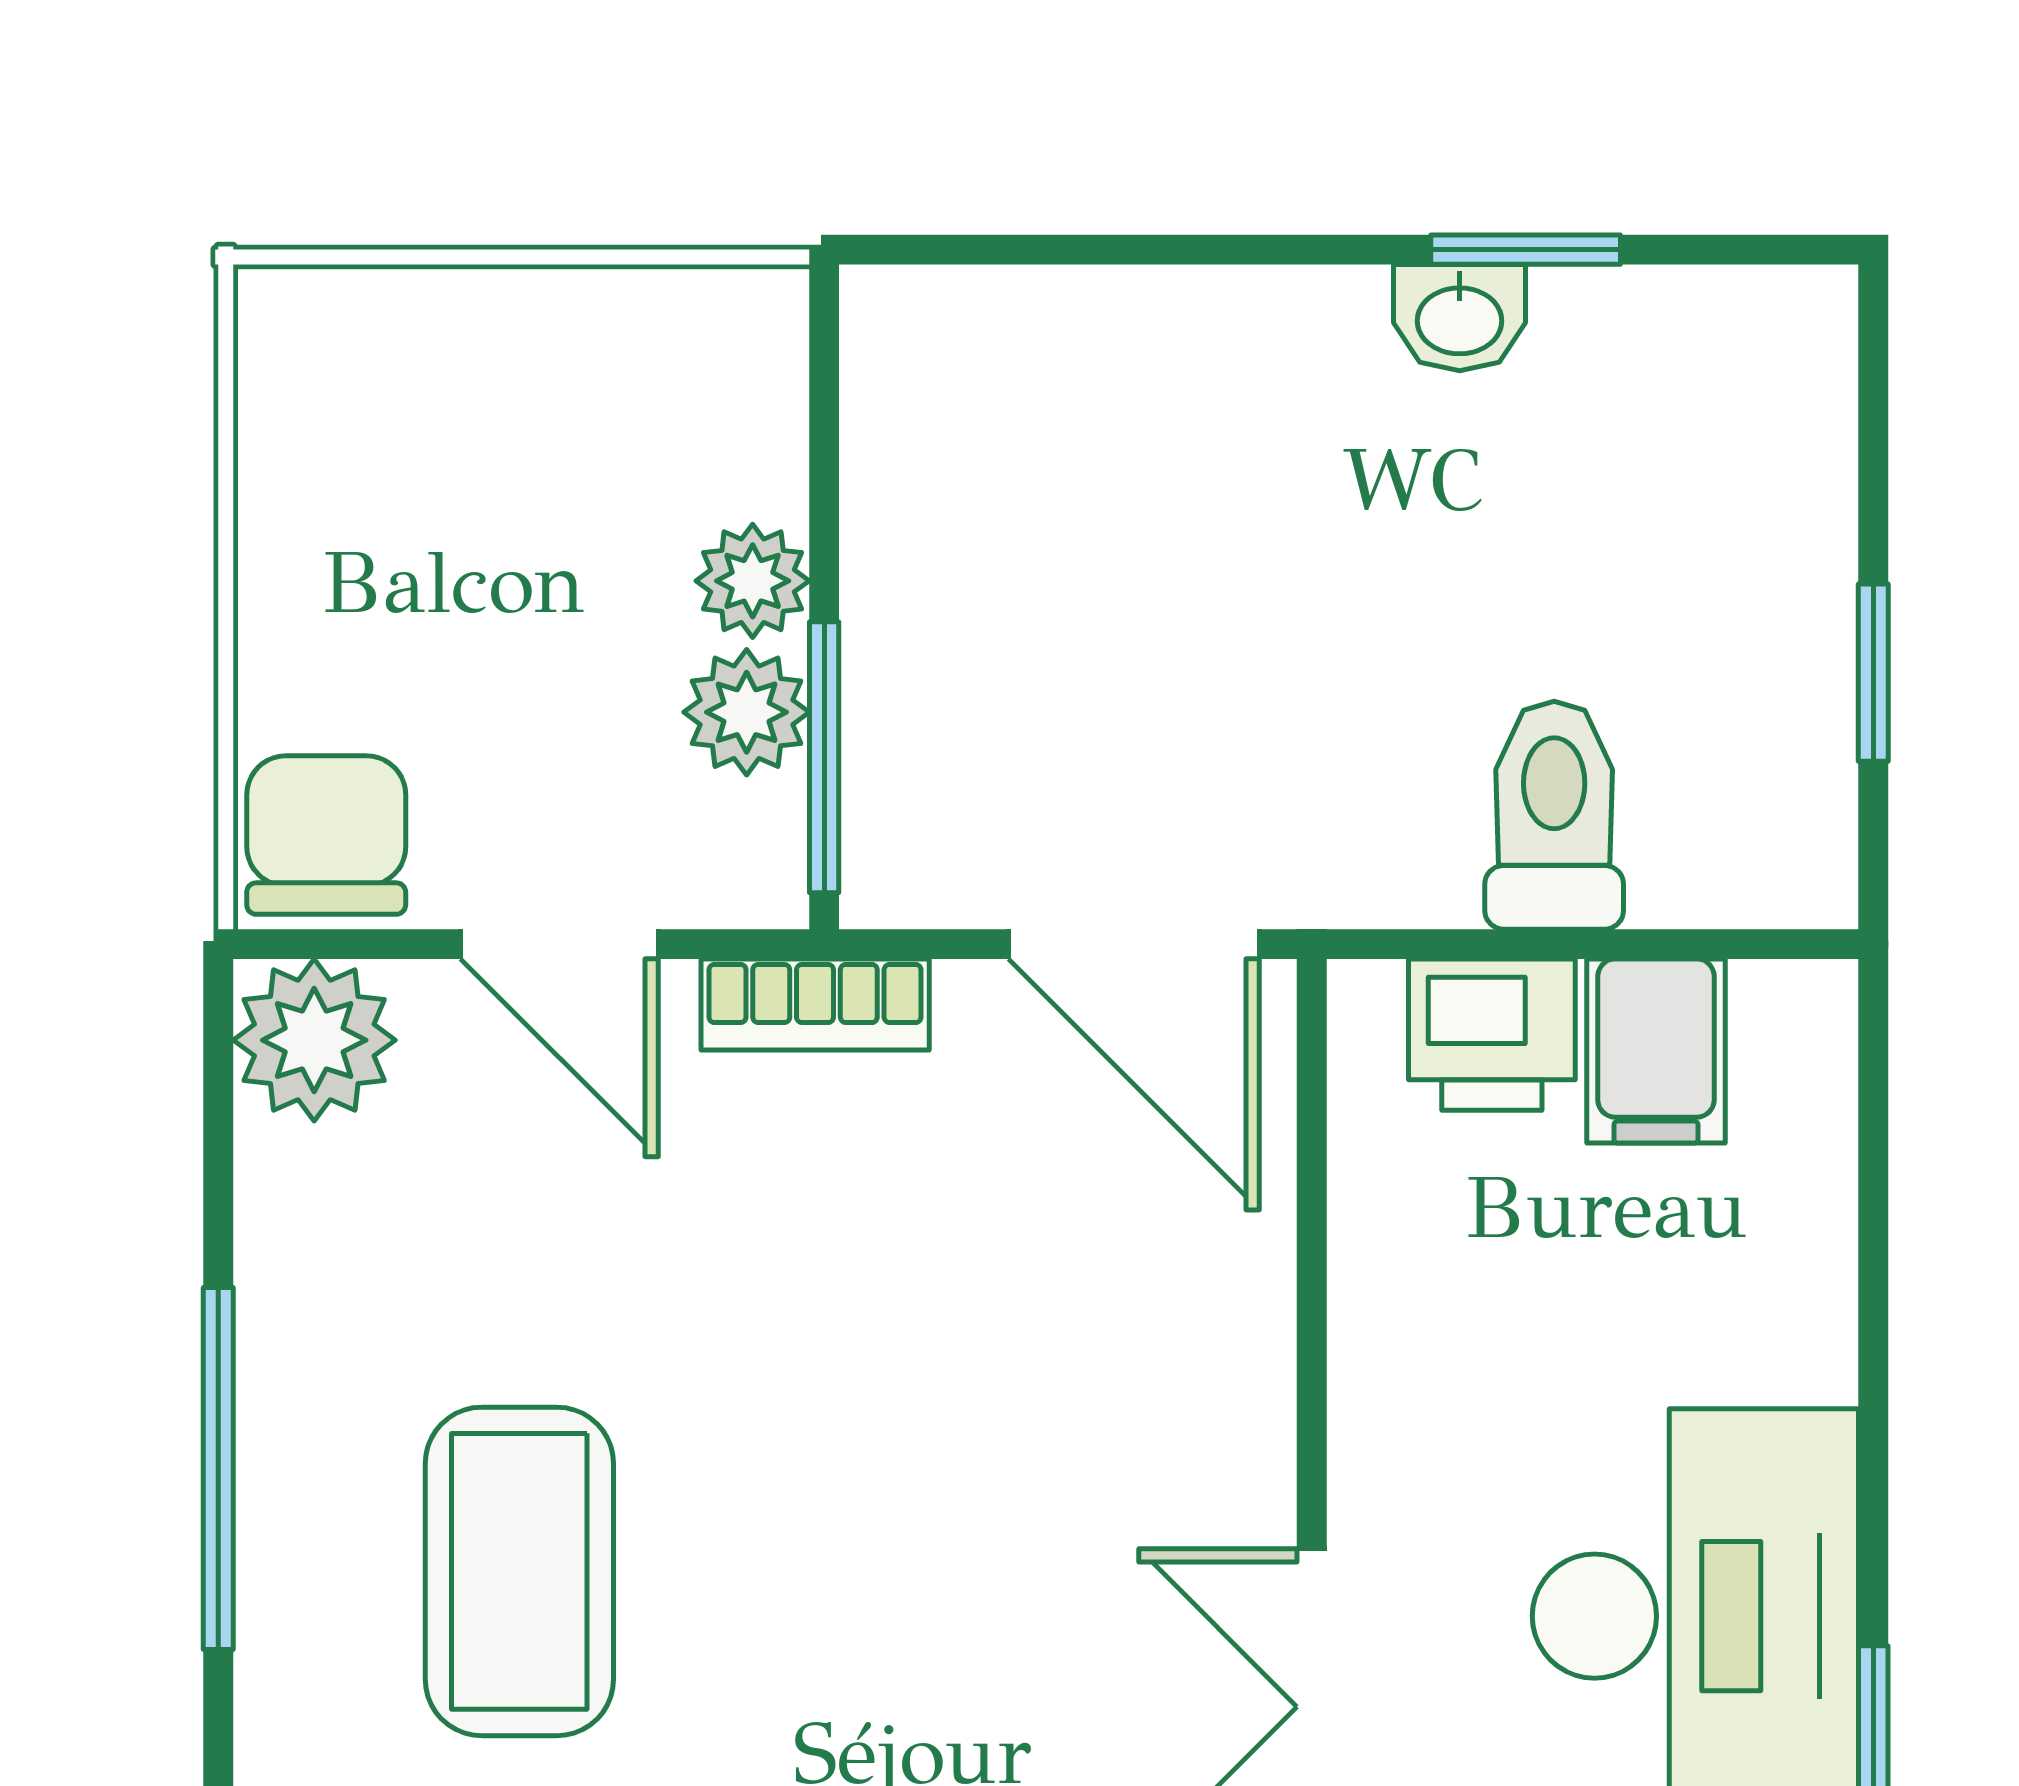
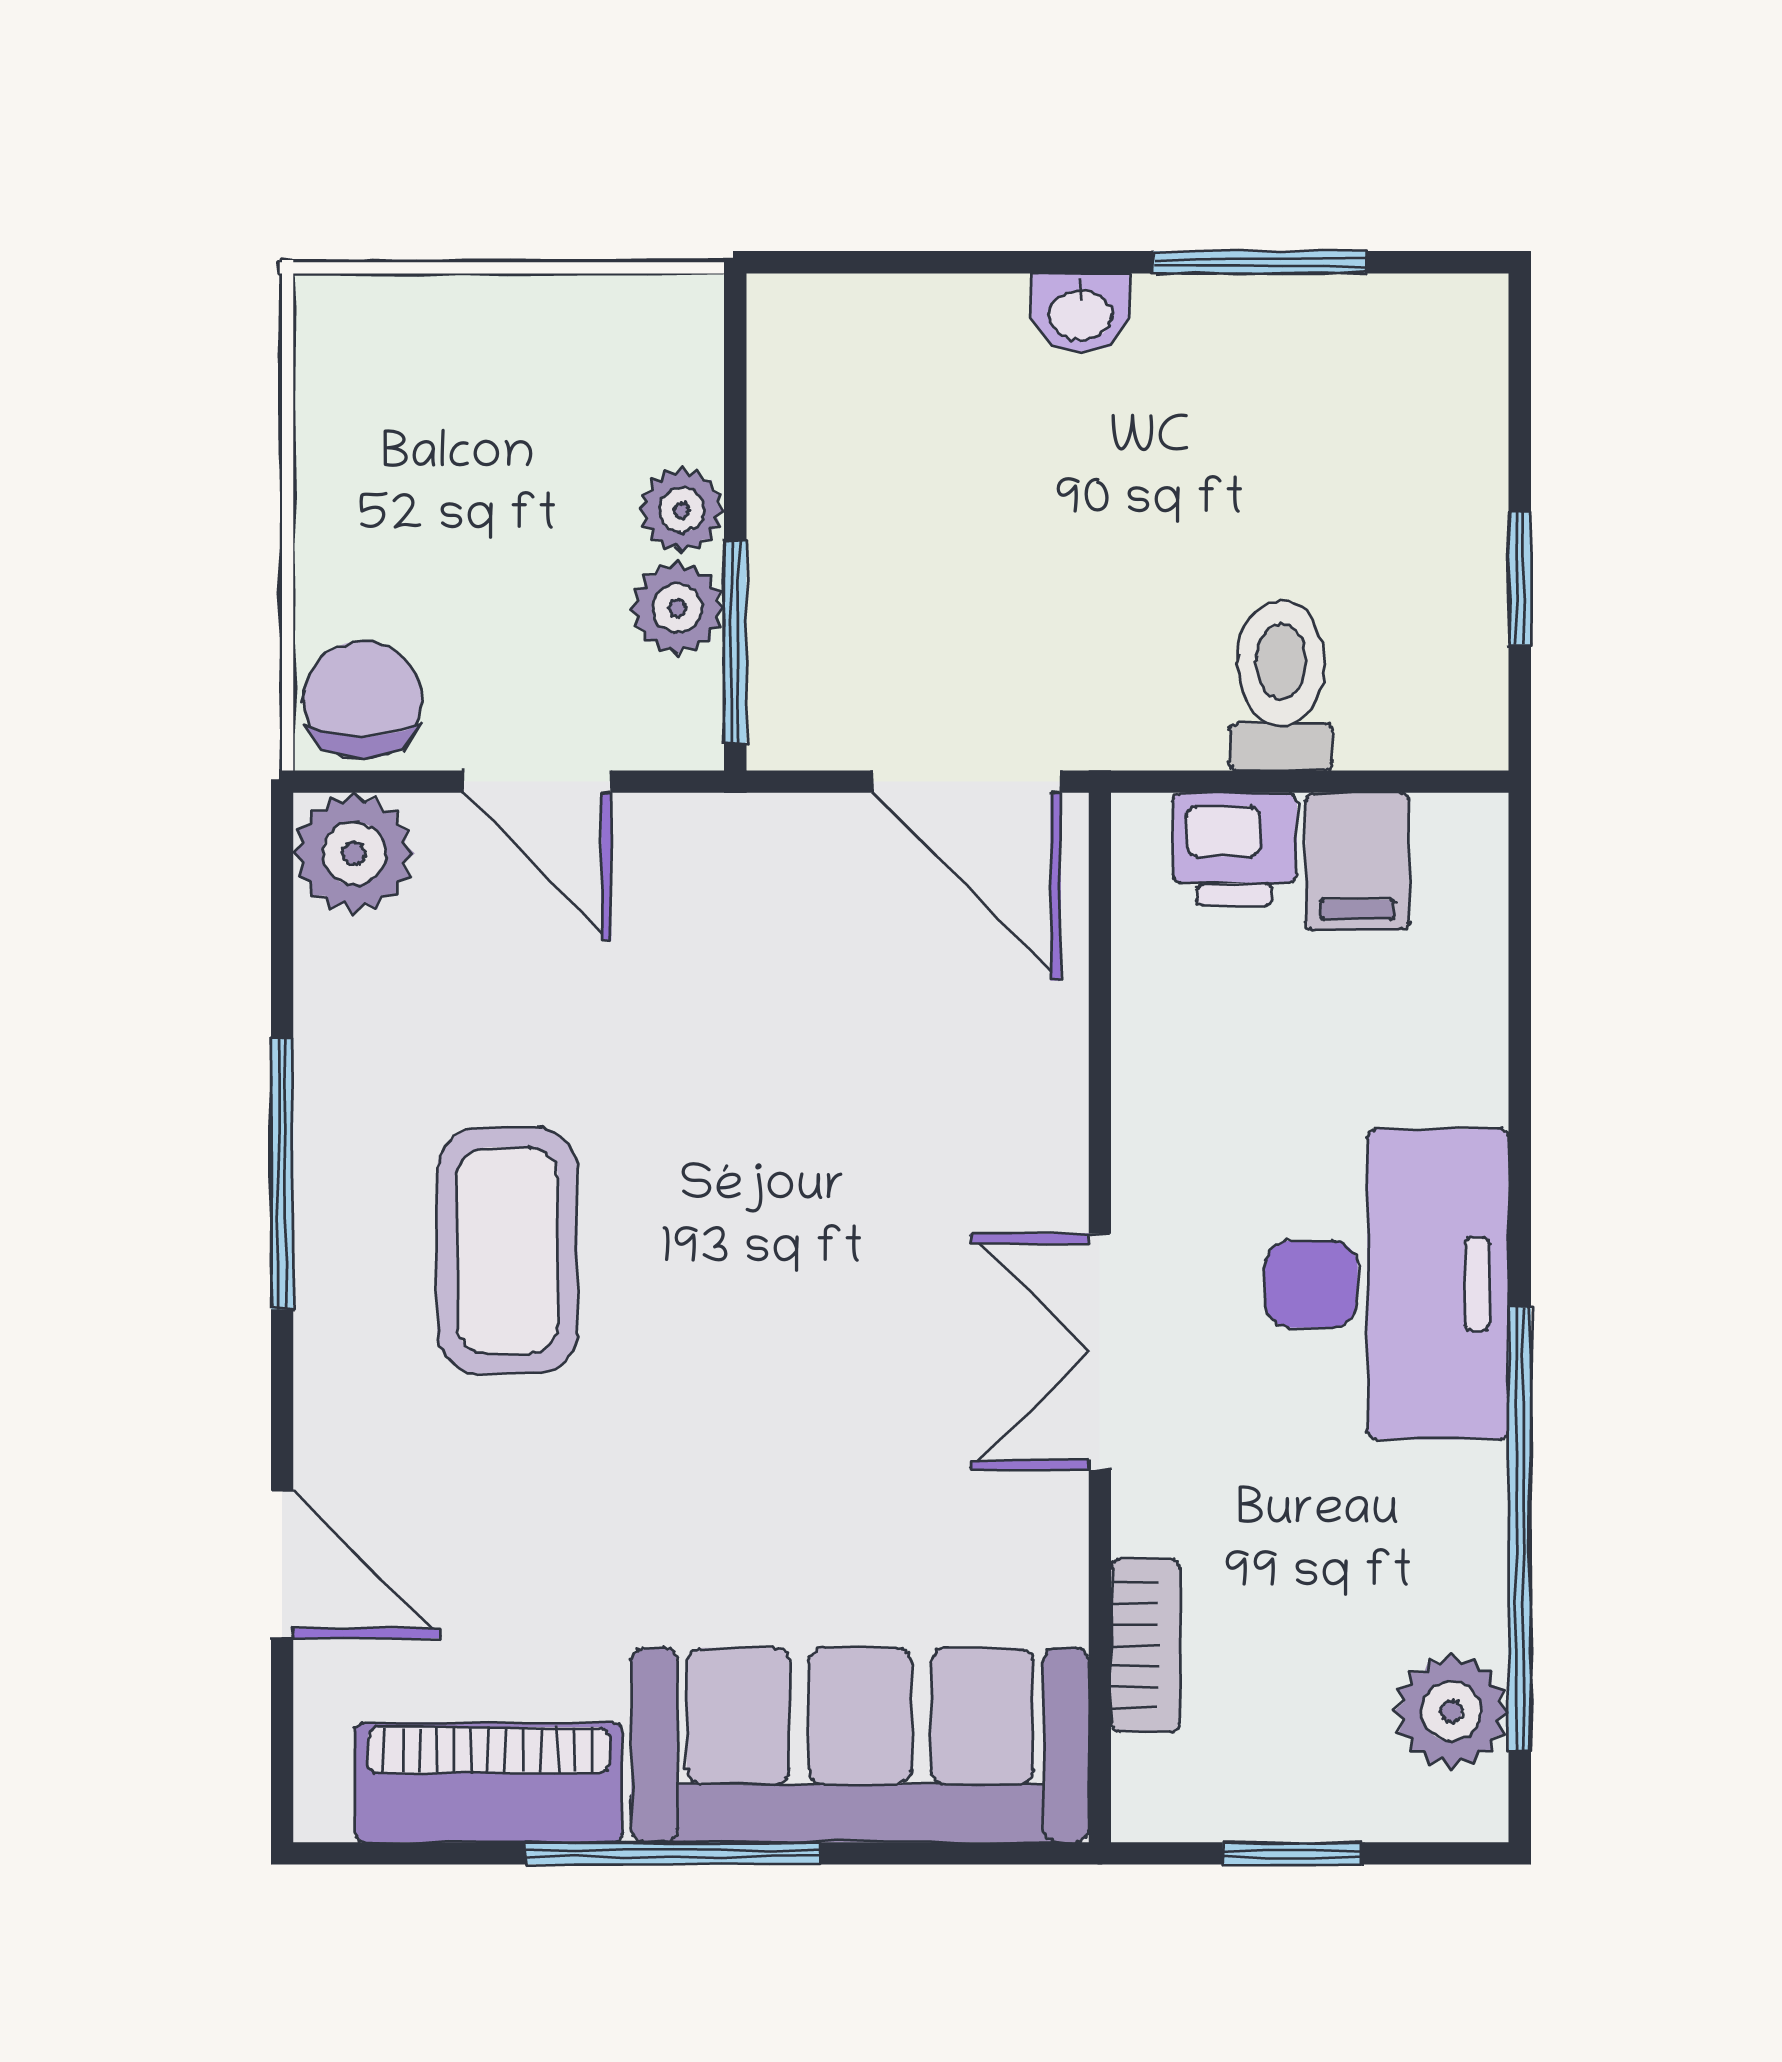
window: (1526, 250) -> (1260, 262), width x1.50
washbasin: (1460, 318) -> (1081, 313), moved
bookcase: (815, 1004) -> (728, 827), removed

